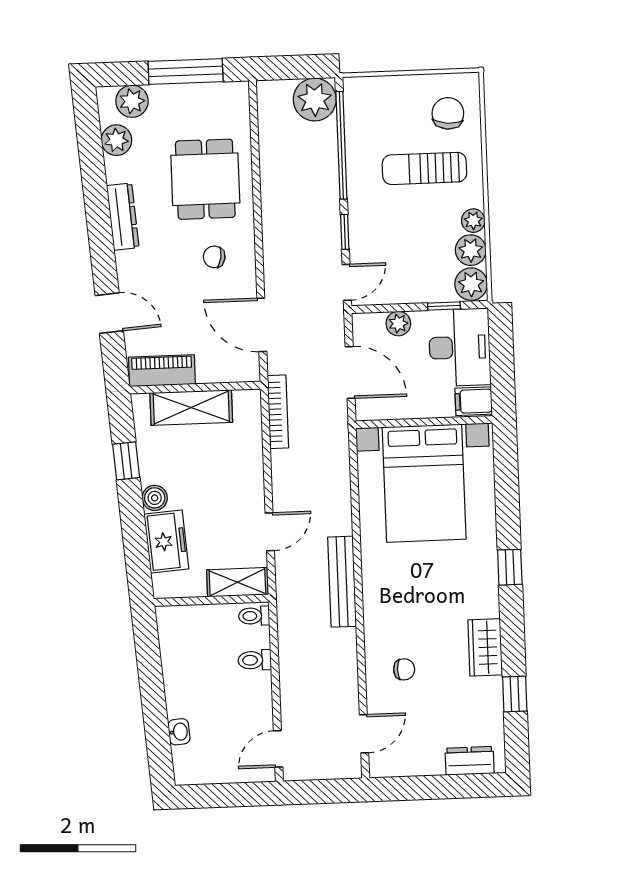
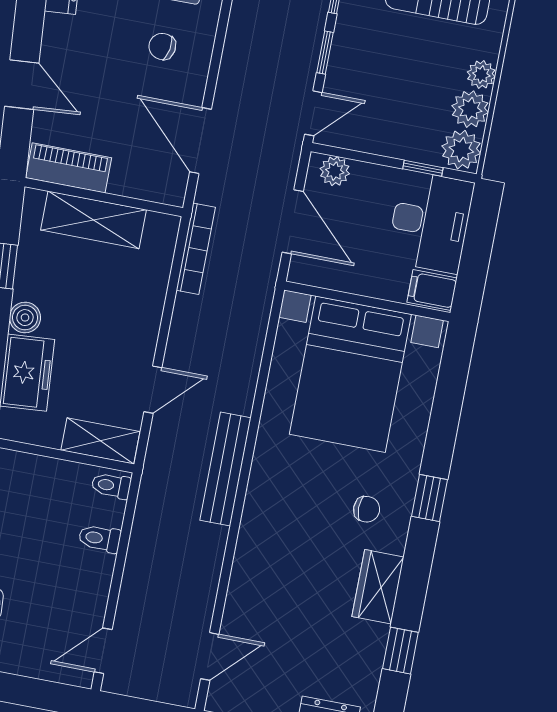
plant: (398, 324) -> (335, 171), moved
chair: (404, 669) -> (367, 509), moved

